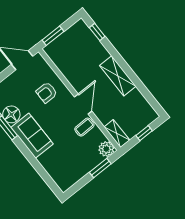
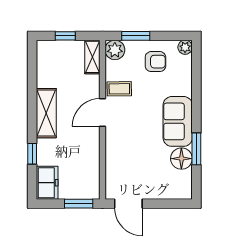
window: (97, 32) -> (32, 154), moved
freezer: (83, 33) -> (47, 183), added
armchair: (47, 92) -> (155, 62), moved
plant: (64, 185) -> (185, 47), added

